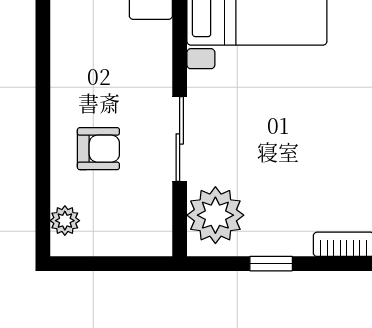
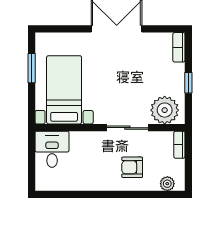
armchair: (98, 149) -> (132, 167), turned -90
bookcase: (145, 245) -> (179, 145), added

